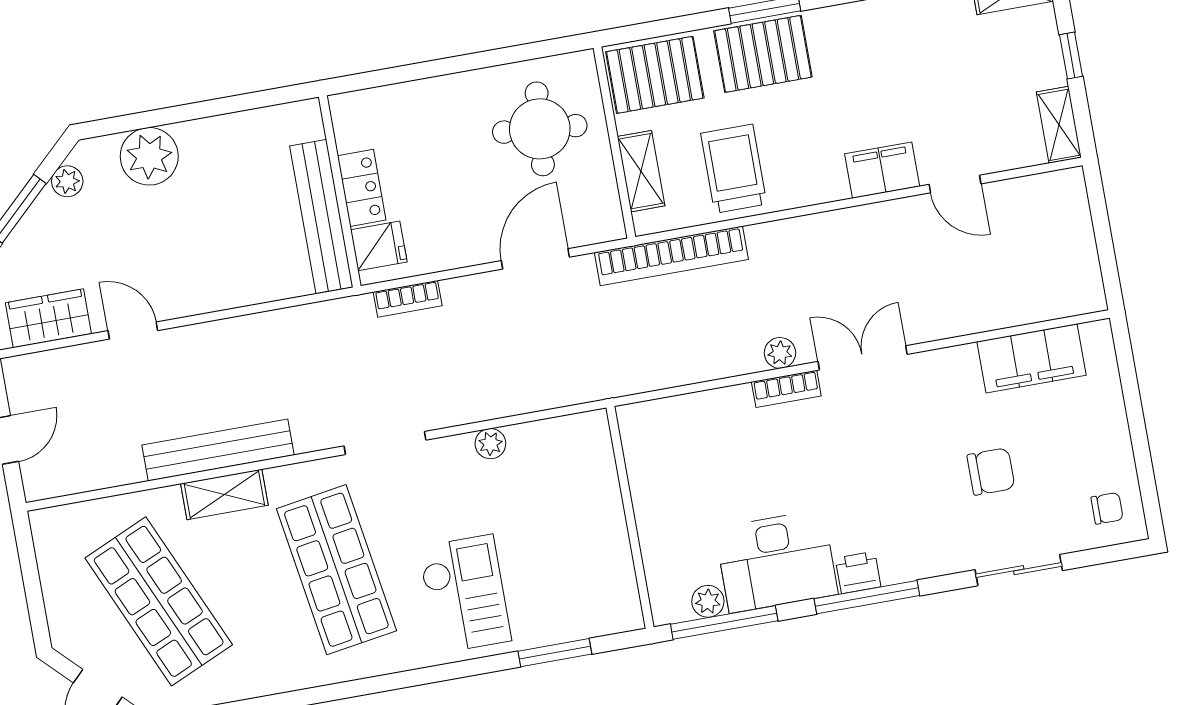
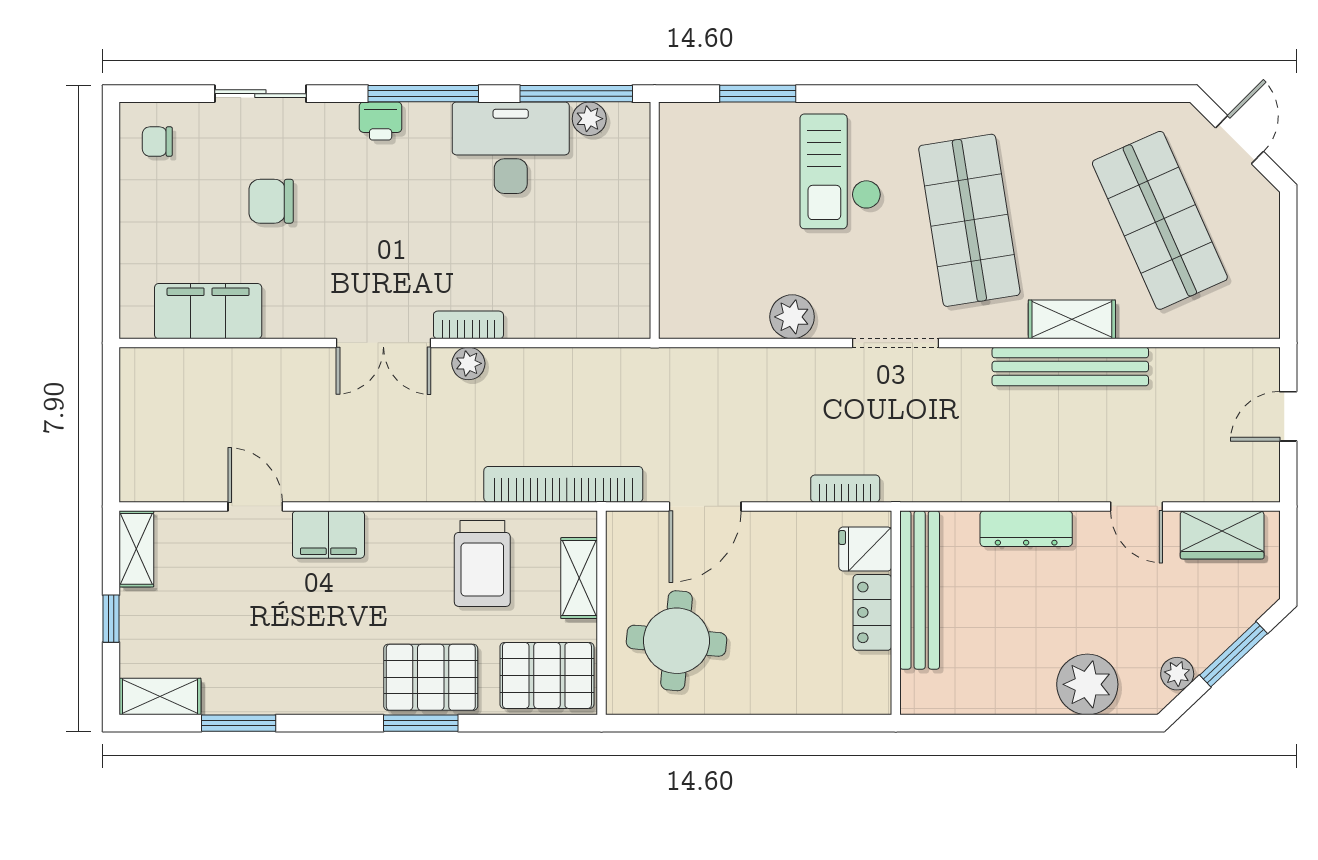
dresser: (232, 292) -> (1026, 529), added
plant: (490, 444) -> (792, 317), width x1.38, depth x1.38
printer: (858, 572) -> (381, 121), moved

